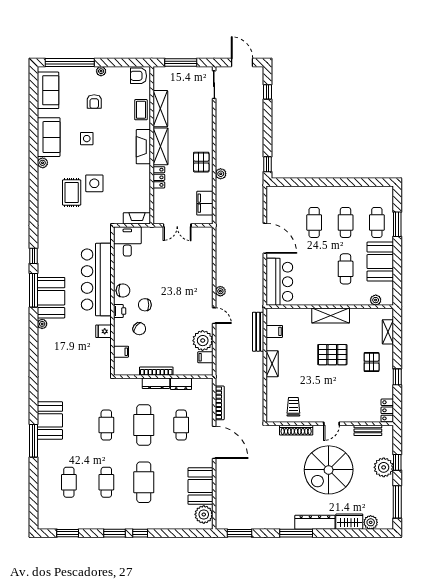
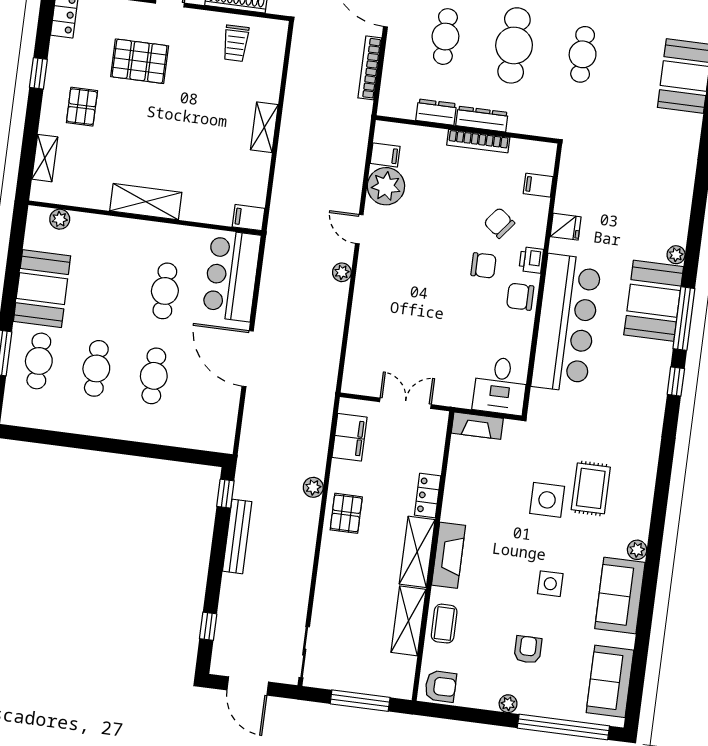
cafe table: (346, 269) -> (165, 291), moved
filing cabinet: (274, 331) -> (248, 218), moved
bench: (258, 332) -> (237, 536), moved
pallet: (332, 355) -> (140, 61), moved

